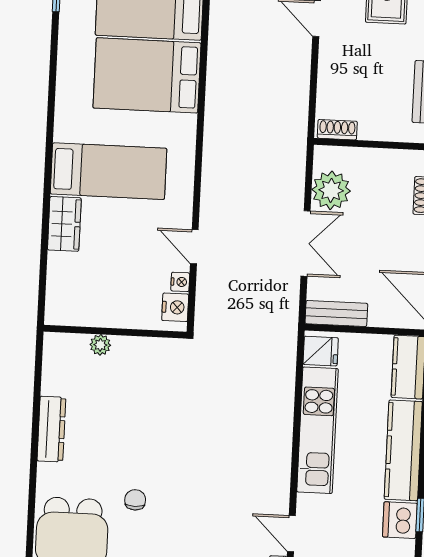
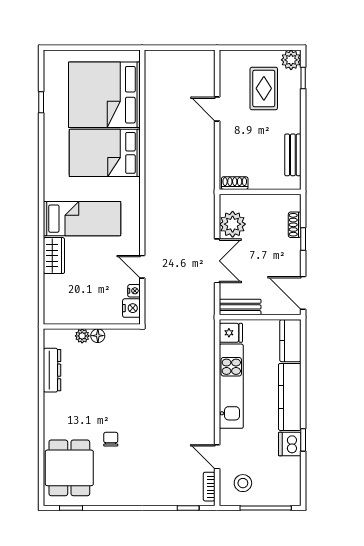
floor lamp: (123, 346) -> (98, 336), added
dresser: (51, 429) -> (52, 370), moved

